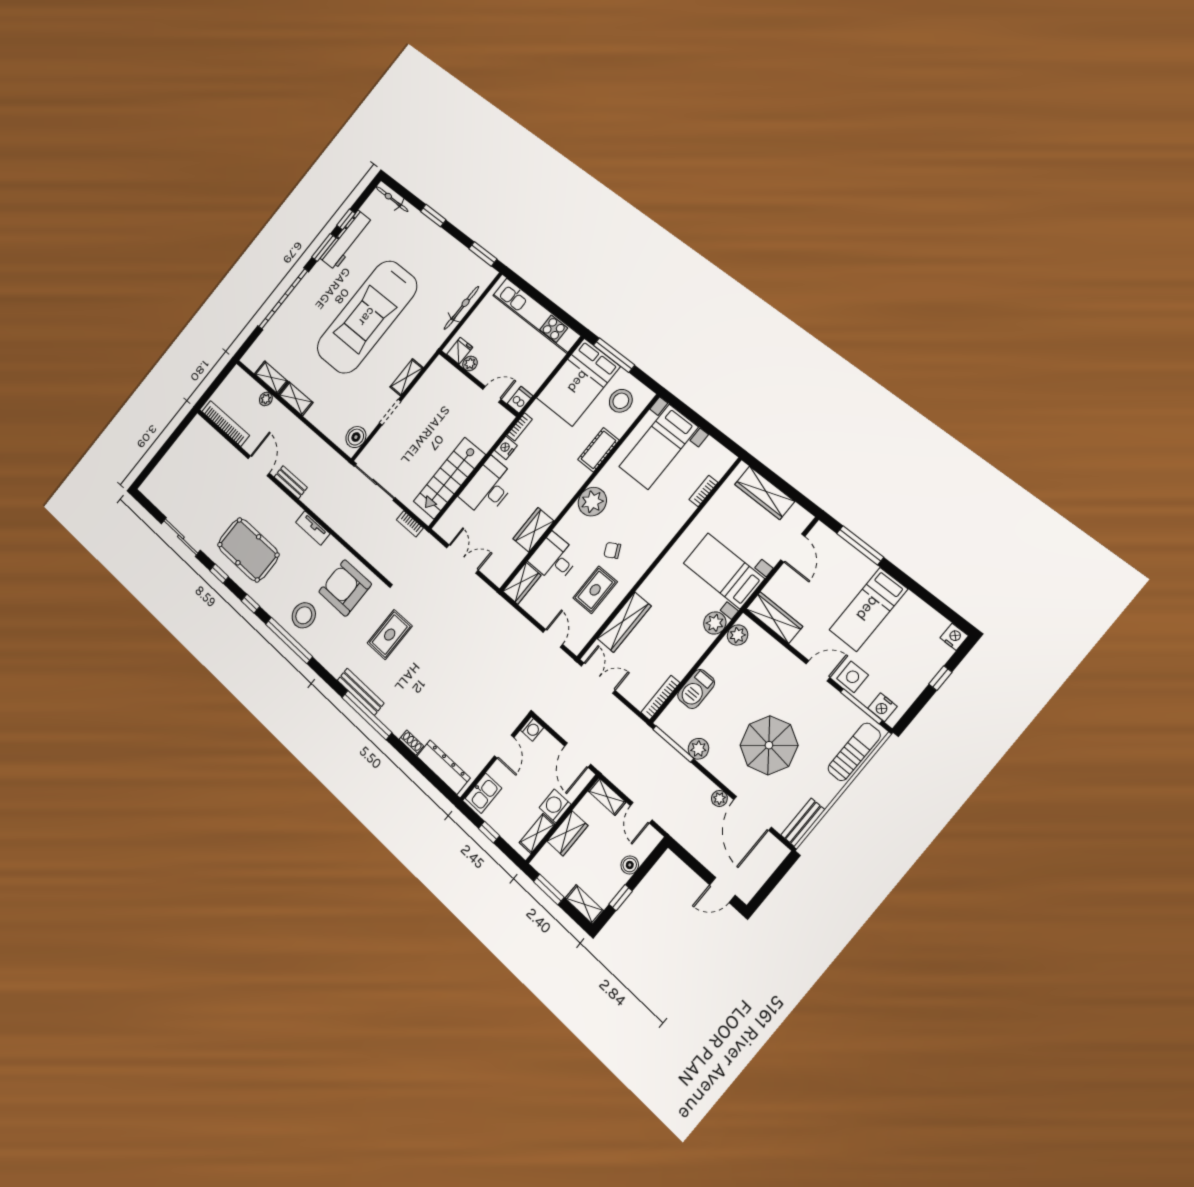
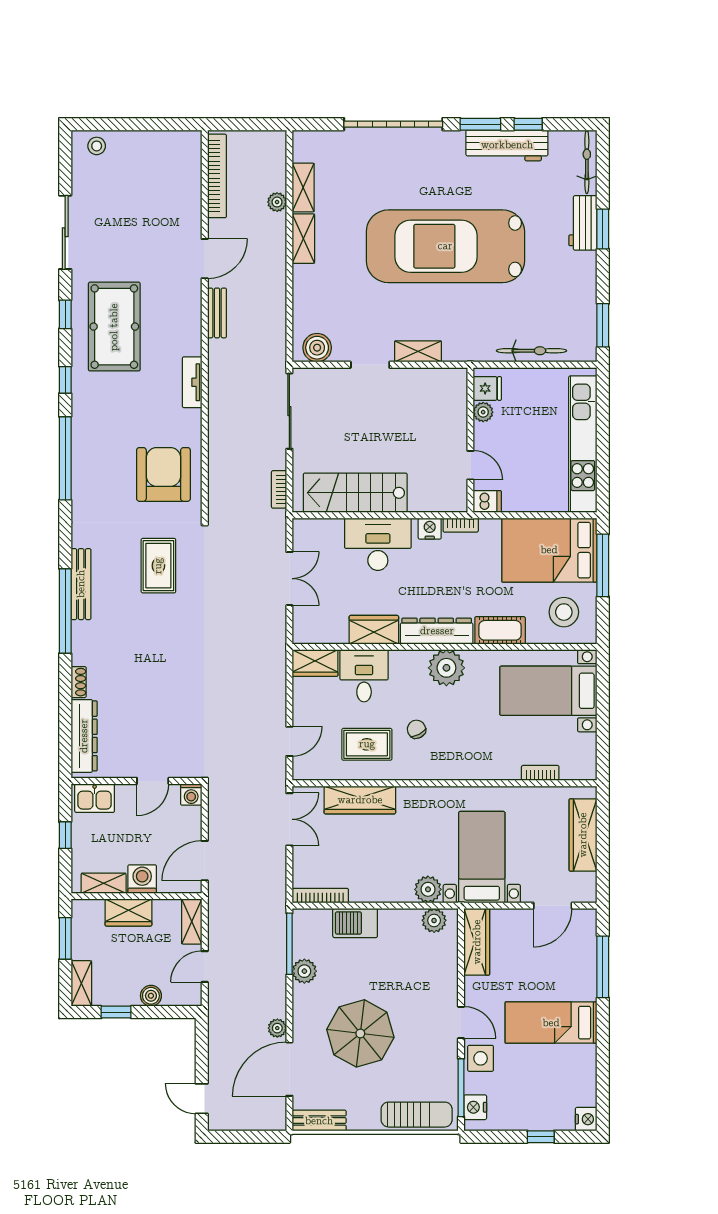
workbench: (421, 225) -> (583, 223), added
dresser: (566, 491) -> (437, 631), added
stool: (304, 615) -> (97, 146), moved, width x0.53, depth x0.53
rug: (390, 635) -> (158, 566), turned 90

